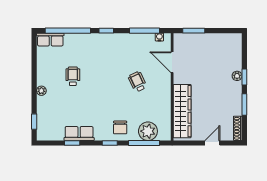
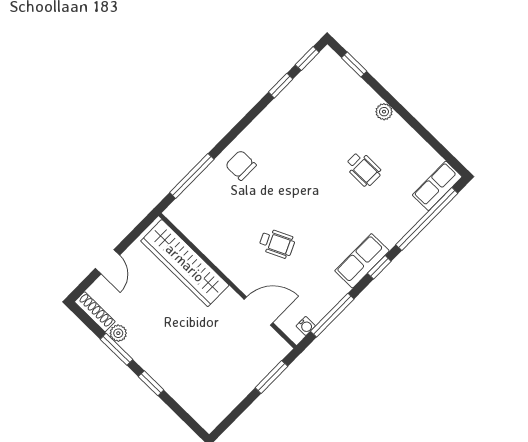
plant: (237, 76) -> (118, 333), moved
plant: (148, 131) -> (202, 195), removed
row of seats: (79, 133) -> (362, 261), moved, turned 180
window: (110, 143) -> (307, 59), moved

